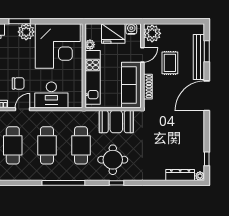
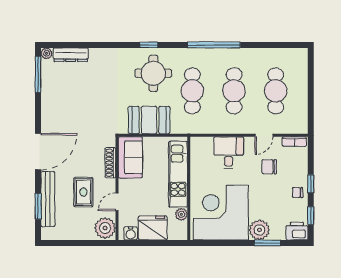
sofa: (131, 85) -> (130, 157), width x0.73
desk: (51, 95) -> (229, 153), width x0.73
window: (207, 159) -> (38, 74), width x2.17

